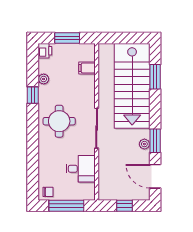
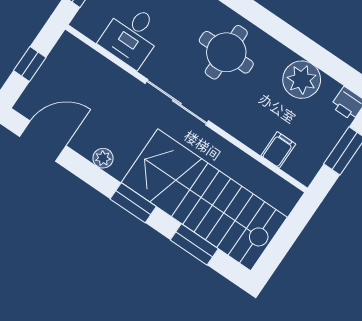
plant: (44, 79) -> (302, 80), width x1.88, depth x1.88
window: (33, 95) -> (293, 39), removed
window: (155, 141) -> (133, 203), moved

